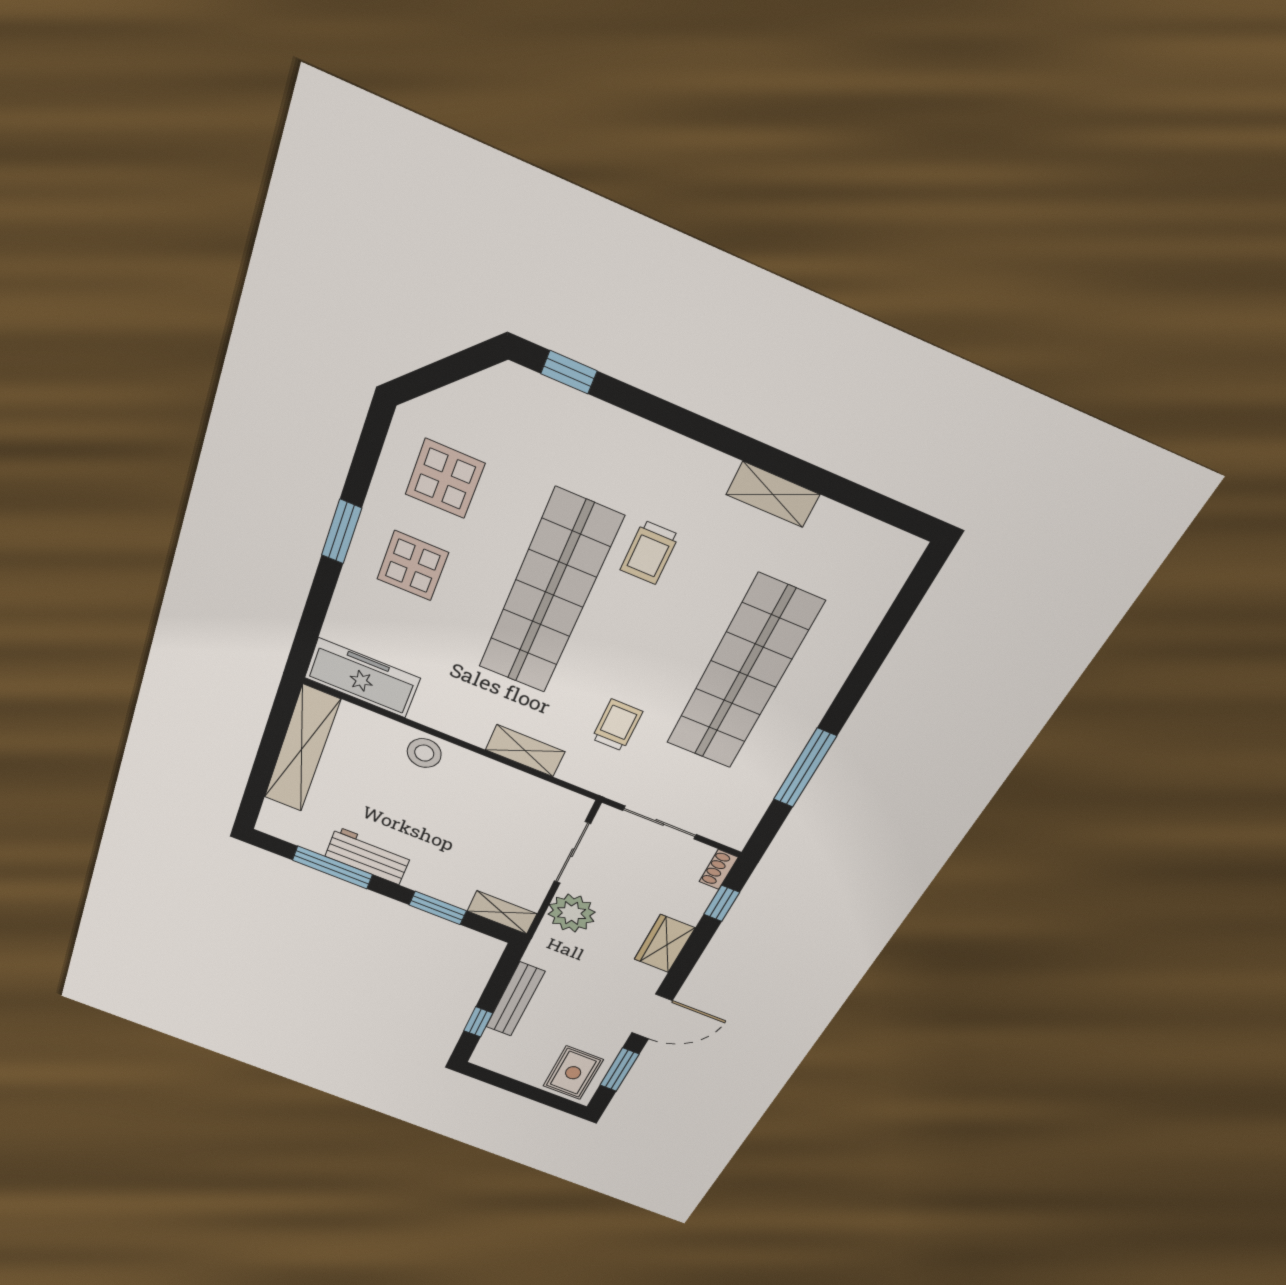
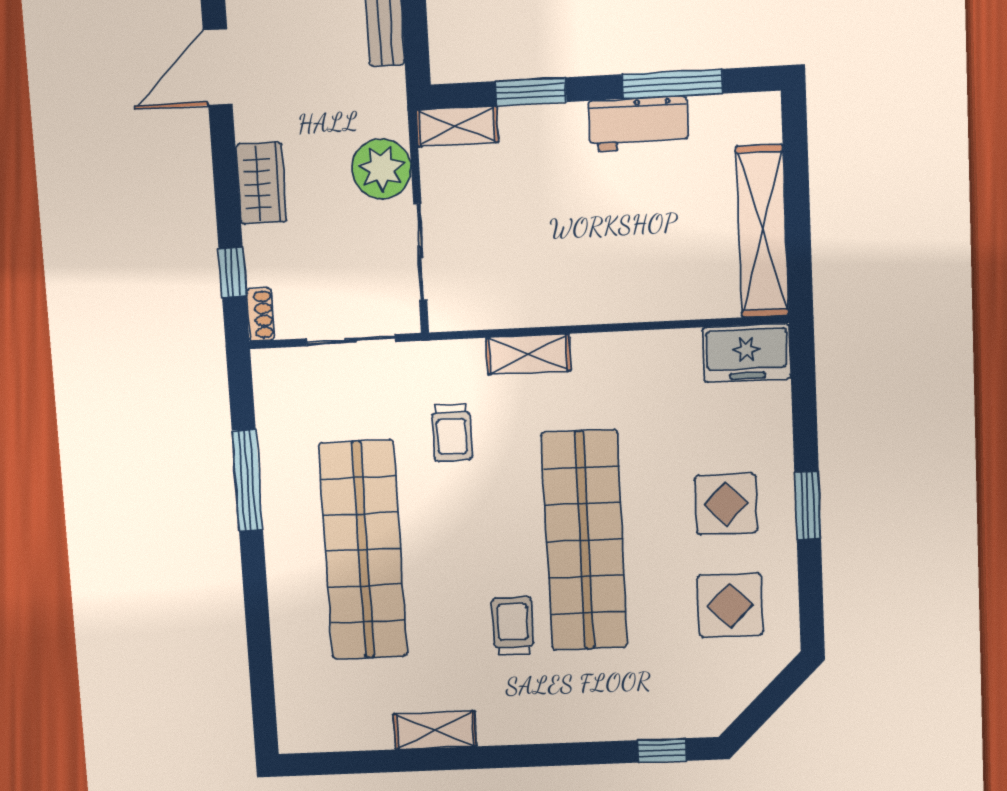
freezer: (362, 678) -> (747, 353), width x0.71
stool: (424, 753) -> (630, 296), removed

